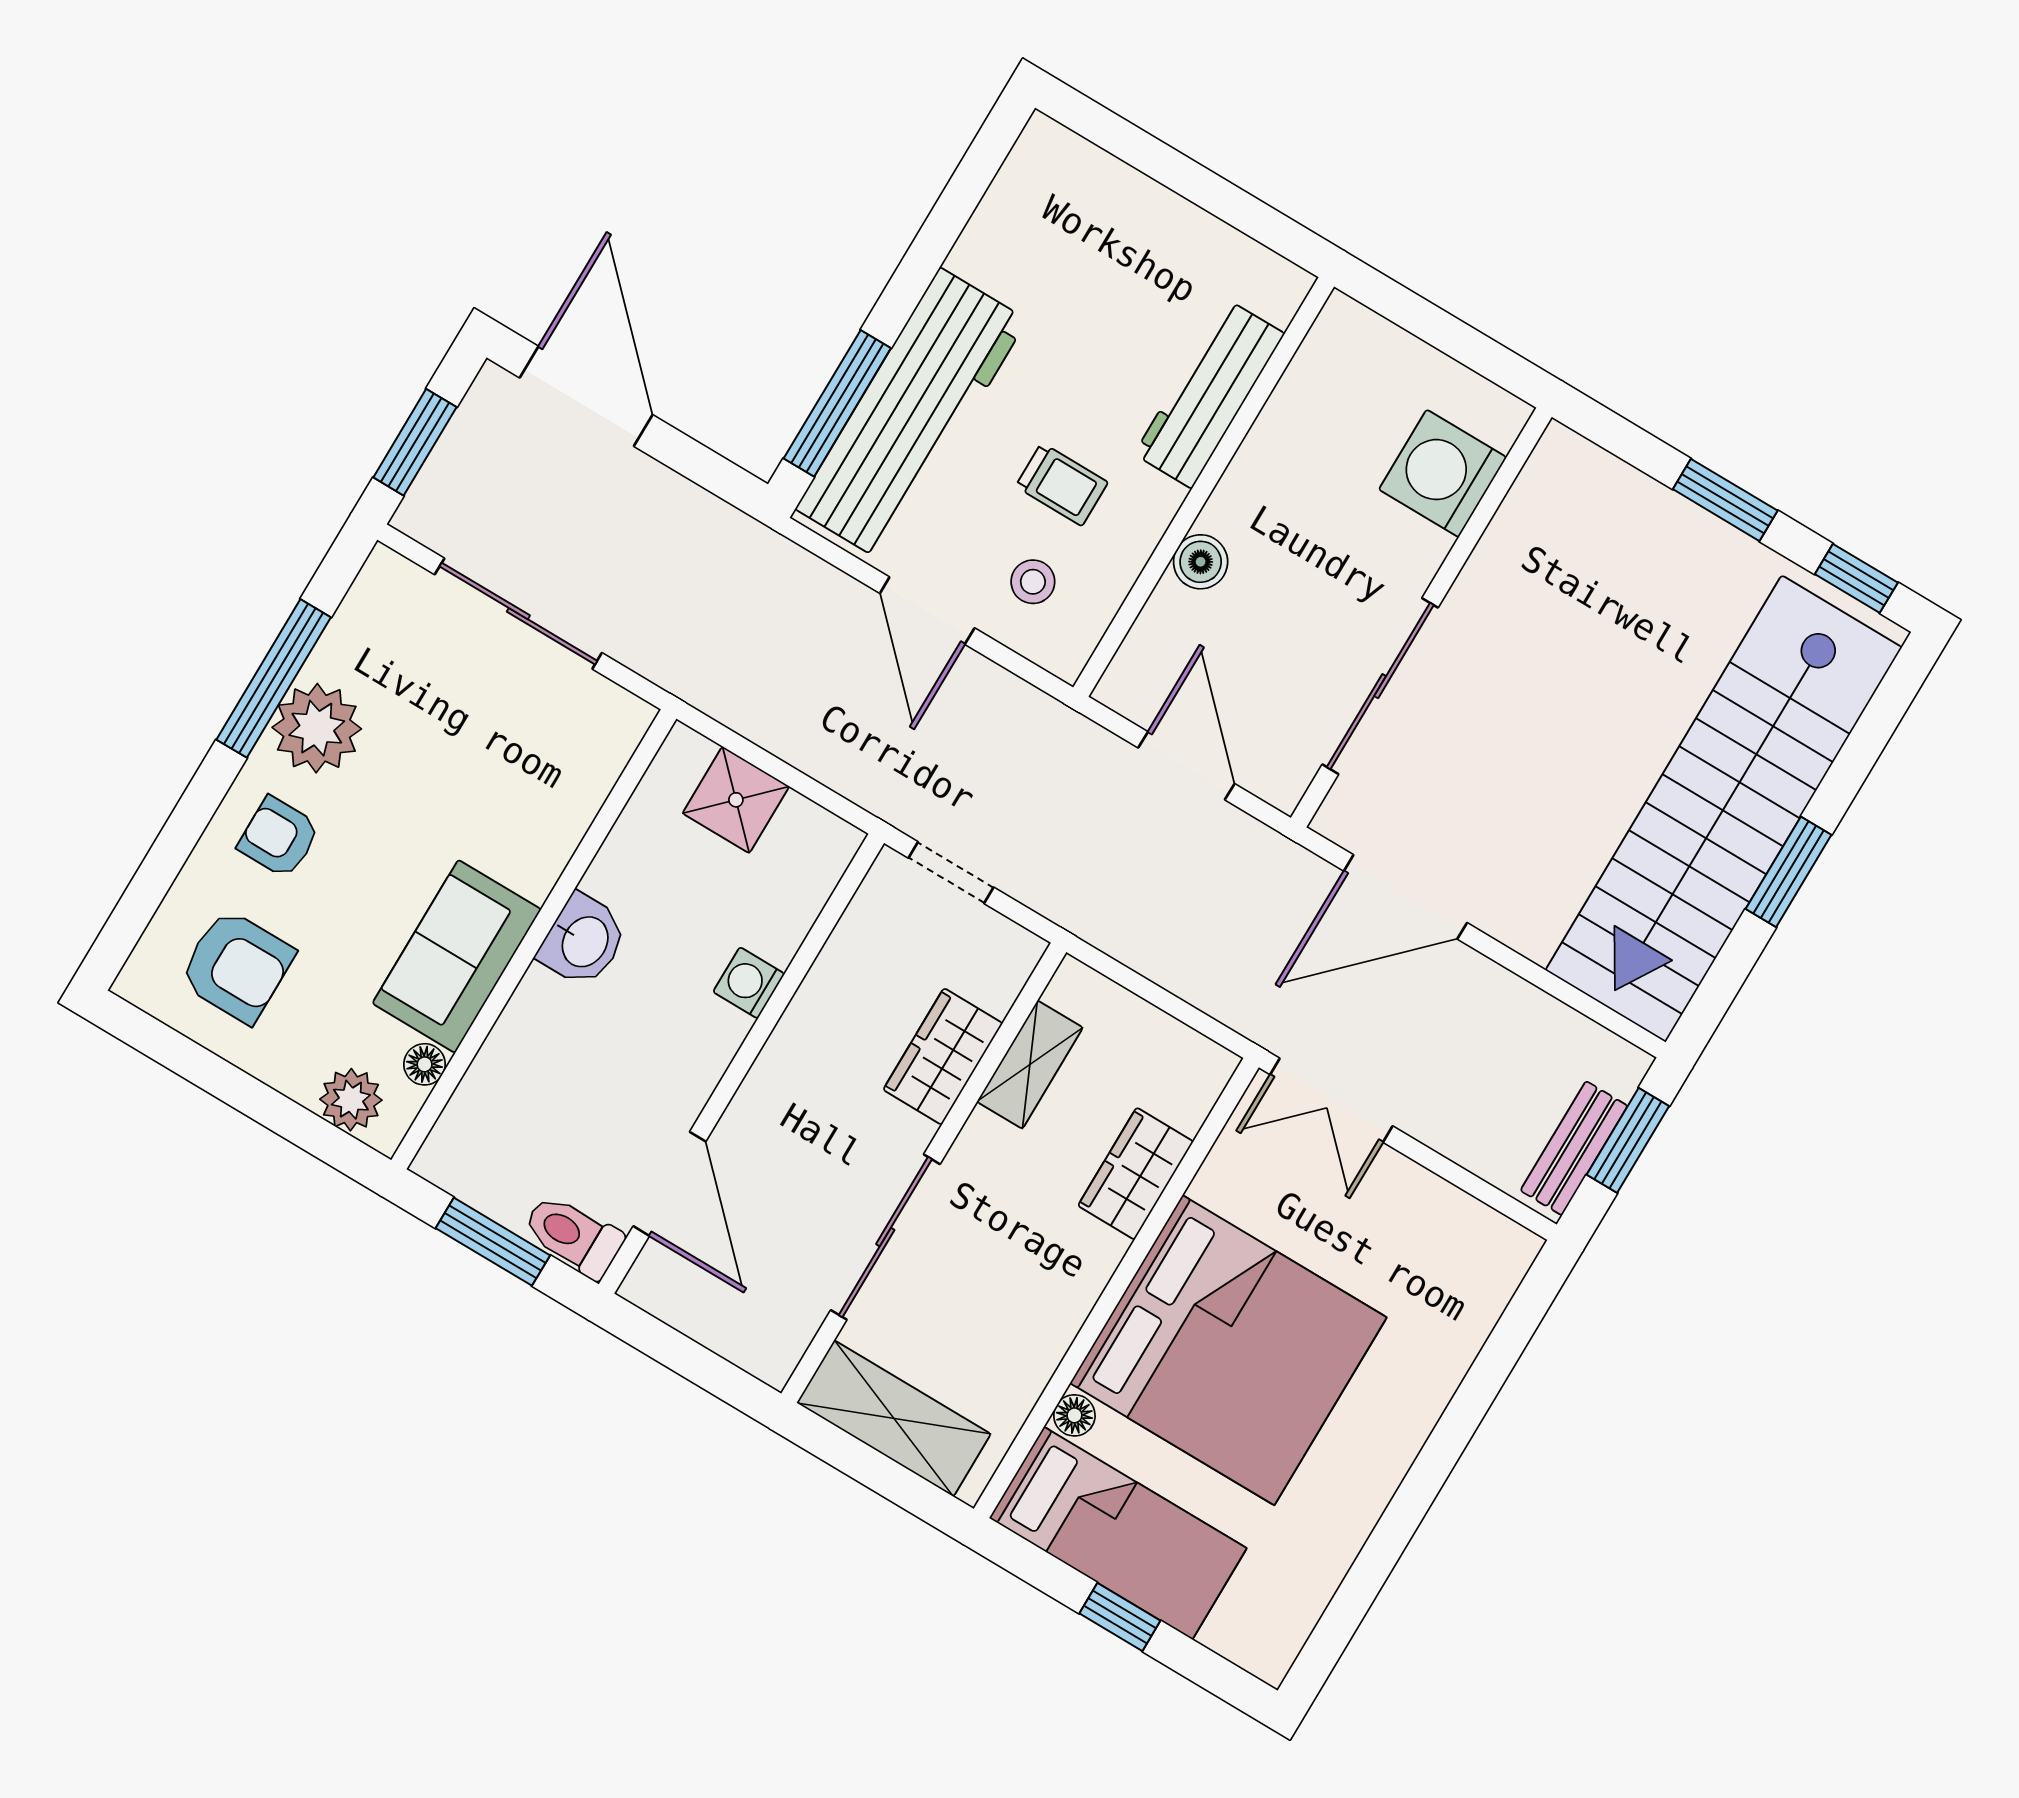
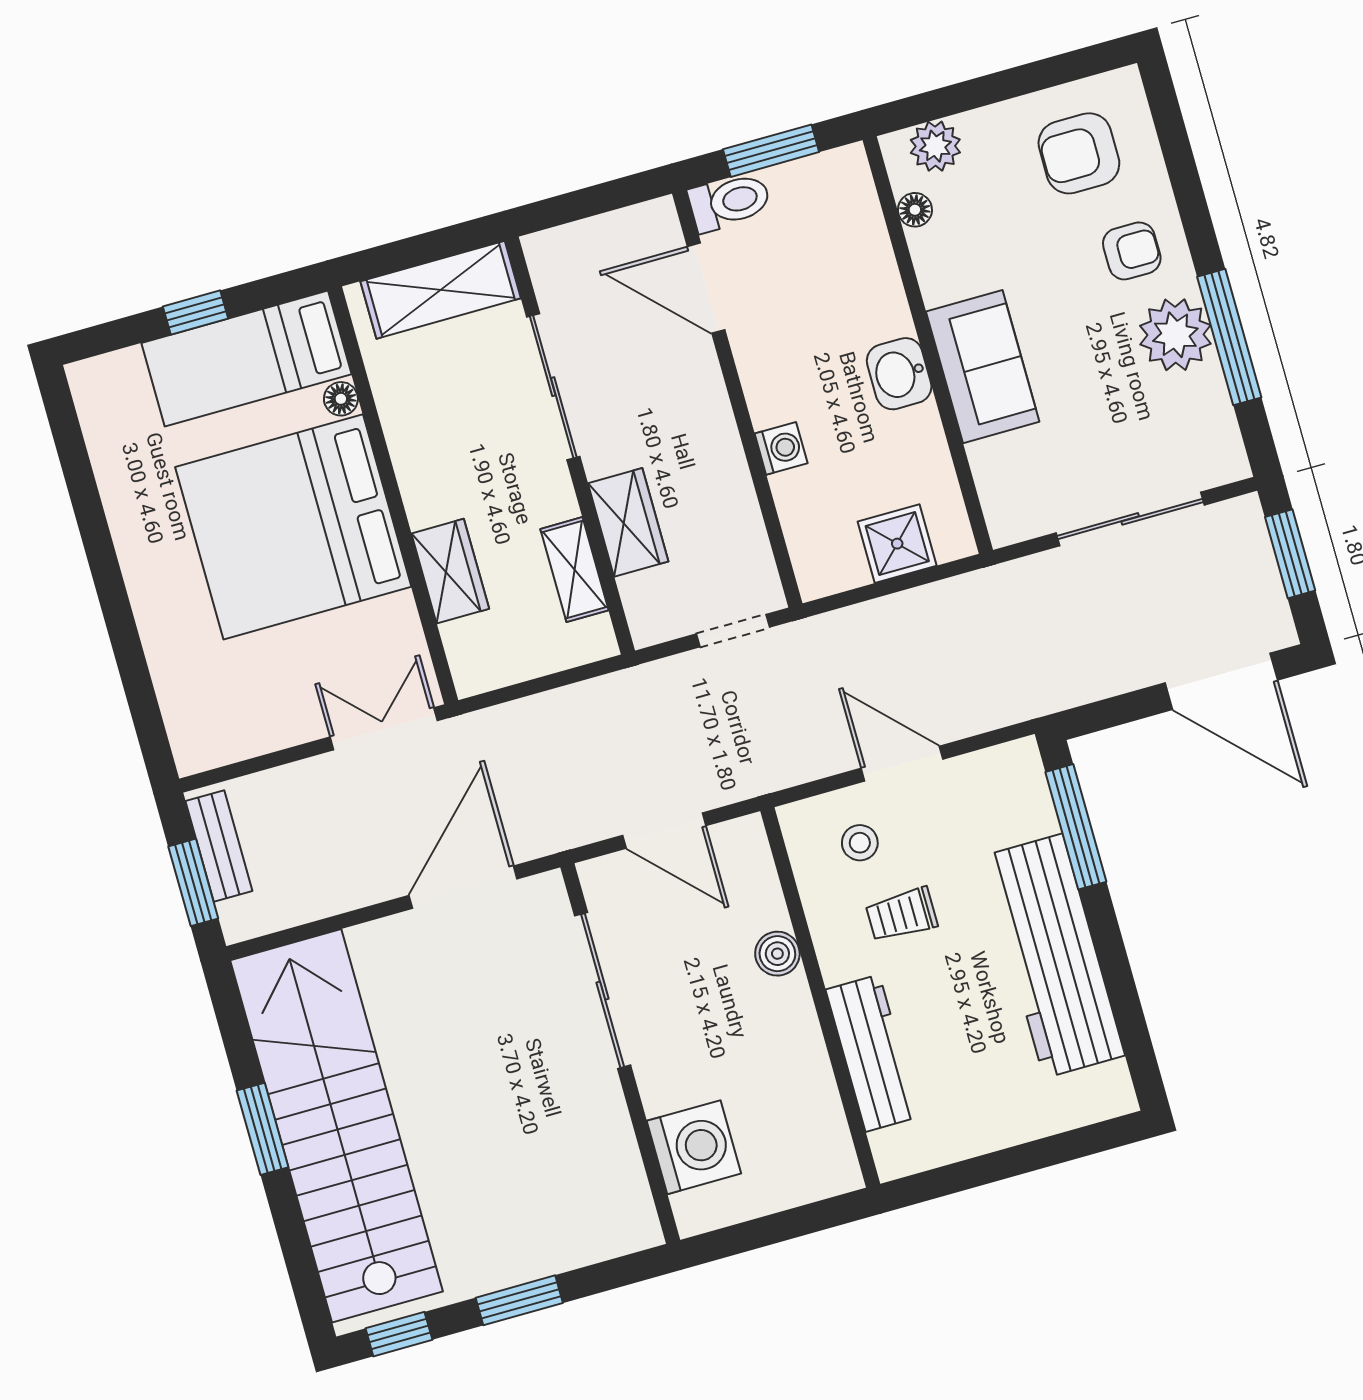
workbench: (911, 414) -> (1053, 956), moved
sofa: (457, 956) -> (983, 367), moved

